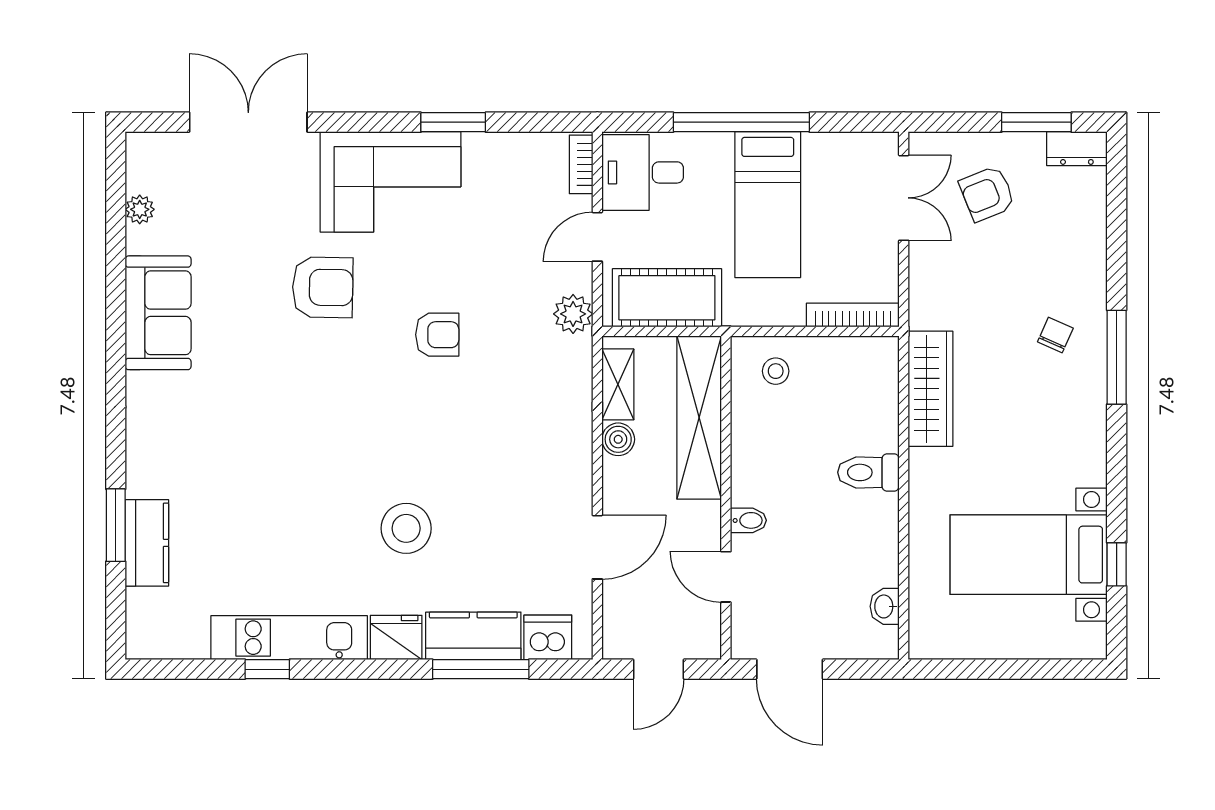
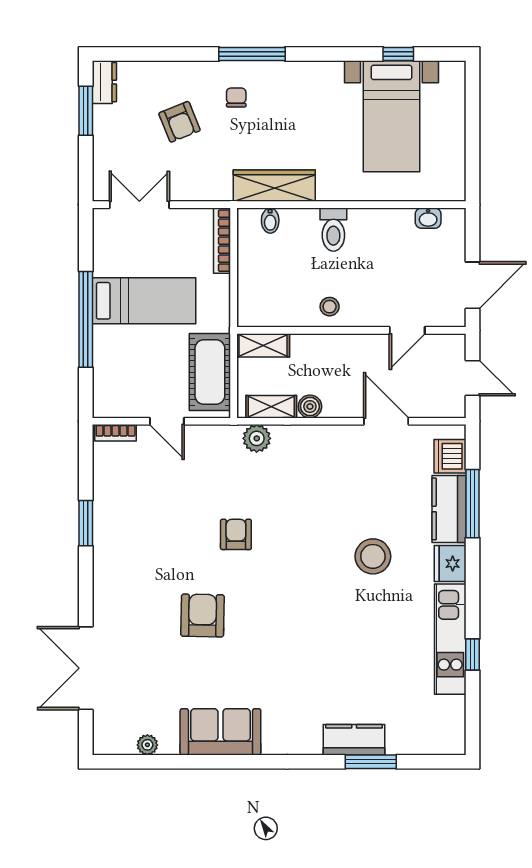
desk: (643, 172) -> (121, 389), removed
corner sofa: (390, 182) -> (128, 568), removed
armchair: (987, 194) -> (180, 122), moved
plant: (573, 314) -> (257, 438), moved
chair: (1055, 335) -> (236, 97), turned 66
stool: (776, 371) -> (330, 307), moved
shelving: (699, 418) -> (263, 345), width x0.45, depth x0.75
bidet: (748, 520) -> (270, 221), moved, turned 180
kitchen counter: (147, 543) -> (354, 740), moved

